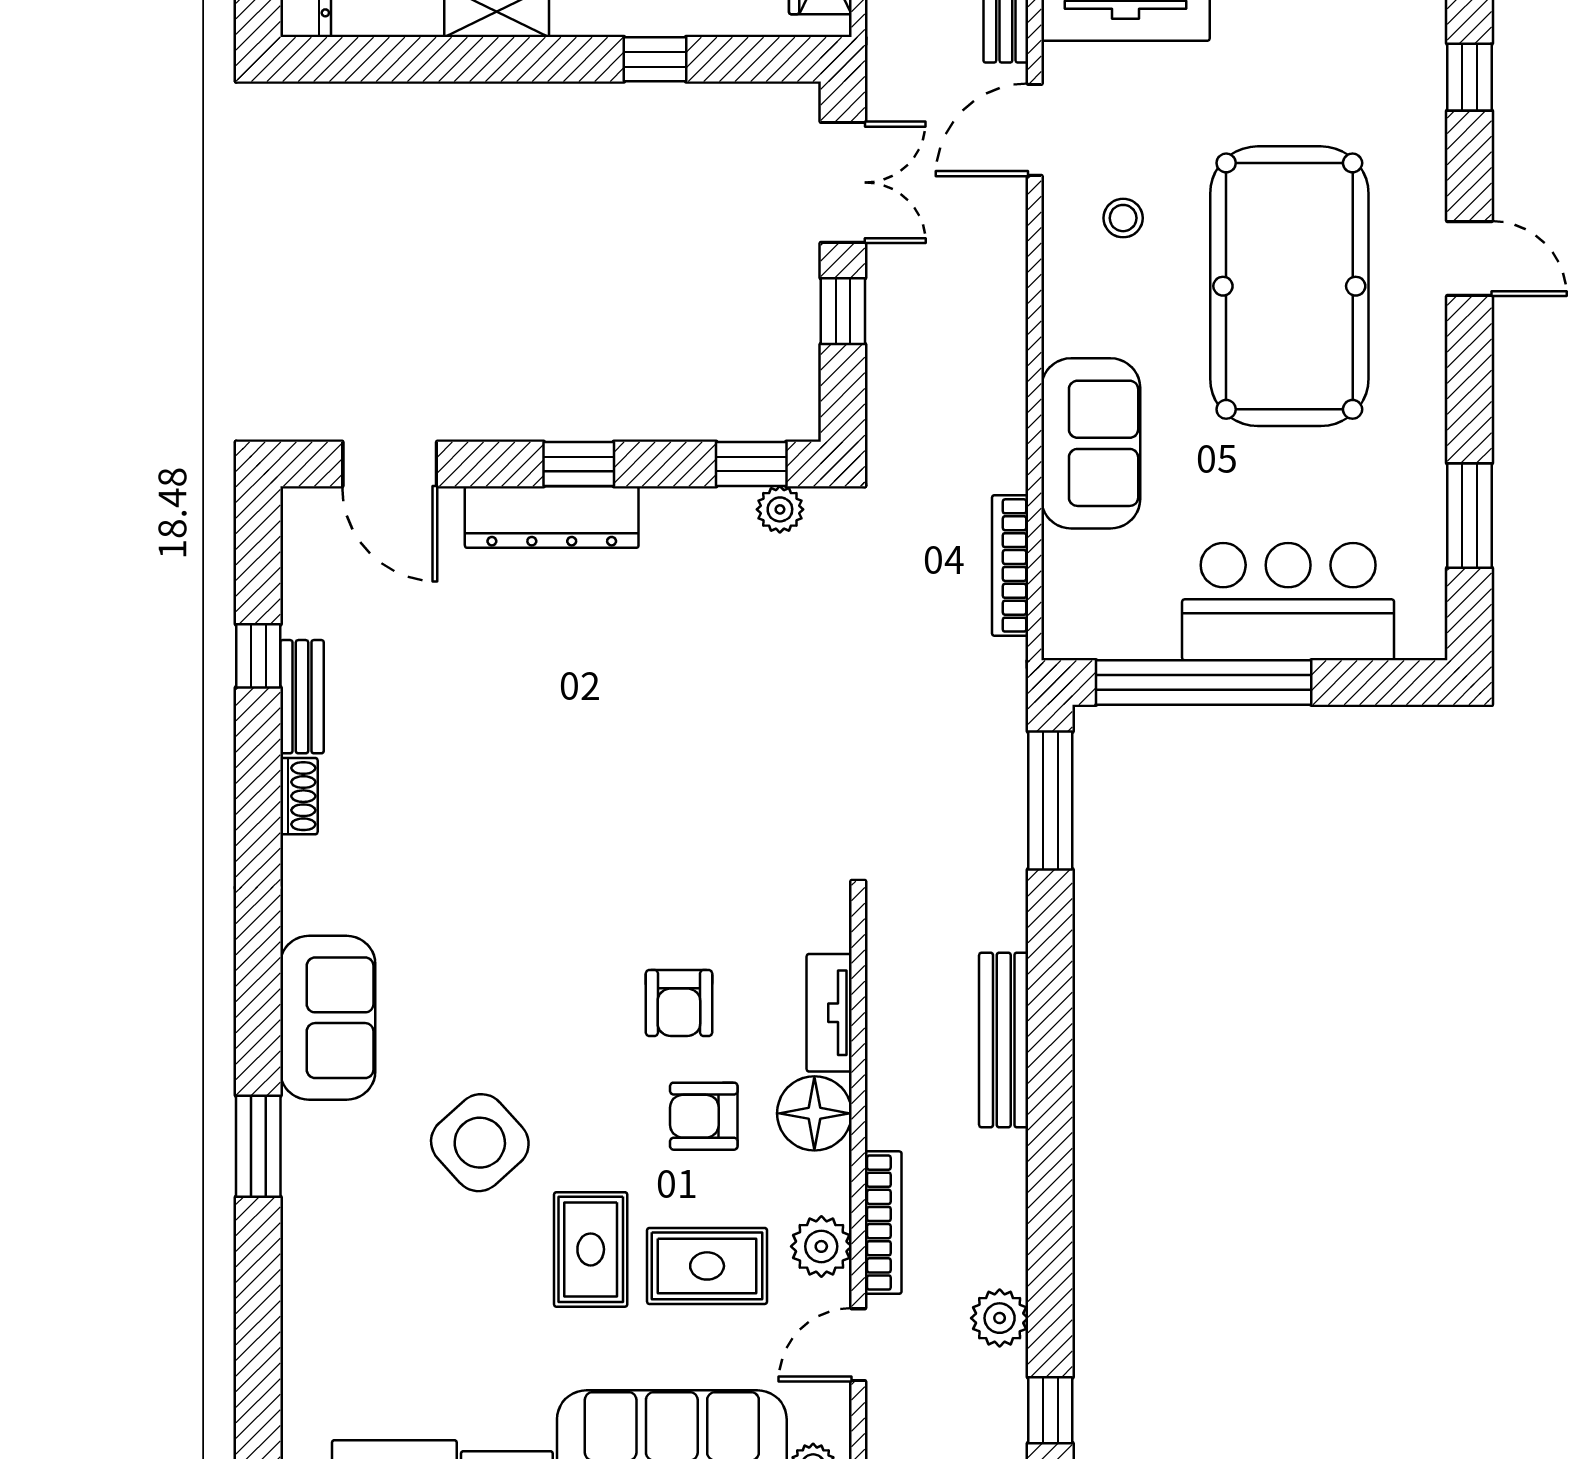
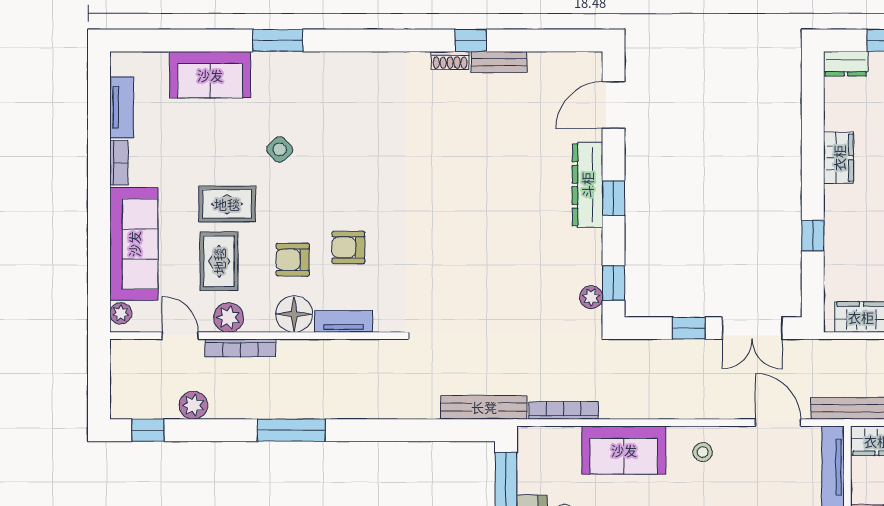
stool: (1123, 218) -> (703, 452), moved
window: (258, 656) -> (471, 40), moved
window: (1050, 800) -> (291, 430), moved
sofa: (328, 1018) -> (210, 75), moved
bench: (1004, 1040) -> (484, 407), moved
armchair: (704, 1116) -> (293, 260), turned -90
side table: (480, 1143) -> (280, 149), width x0.54, depth x0.54

